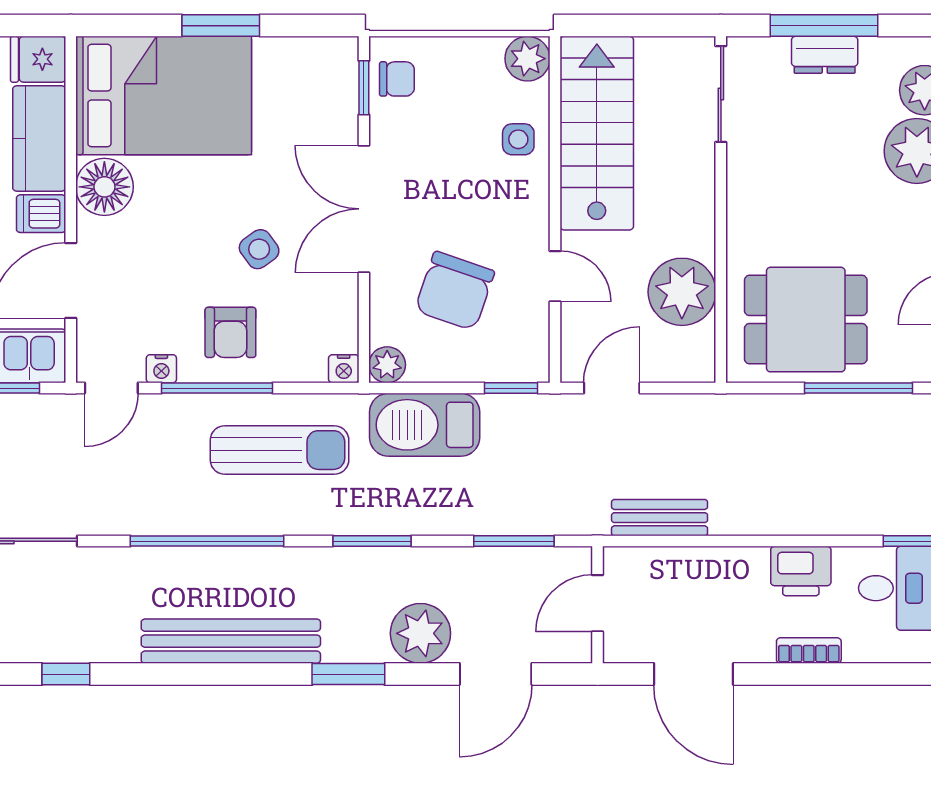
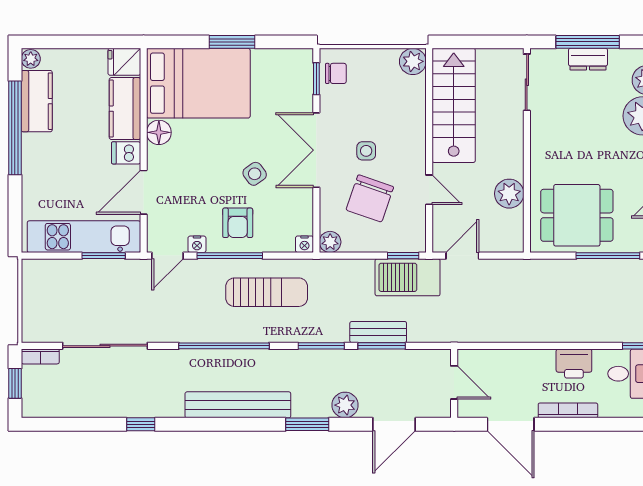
side table: (518, 139) -> (366, 151), moved
floor lamp: (104, 187) -> (159, 132), width x0.73, depth x0.73
plant: (682, 292) -> (509, 194), width x0.73, depth x0.73
barbecue: (425, 425) -> (408, 277), moved
bench: (660, 518) -> (378, 332), moved
window: (514, 541) -> (382, 346), moved
door: (598, 603) -> (454, 382), swing flipped
plant: (420, 633) -> (345, 405), width x0.73, depth x0.73
bookcase: (809, 650) -> (568, 410), width x1.56

